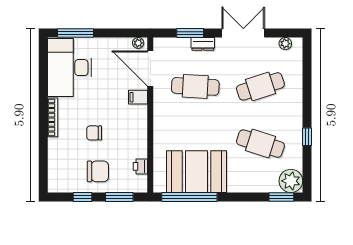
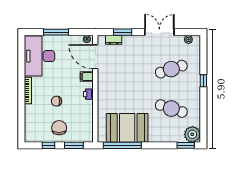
window: (76, 33) -> (56, 32), moved
dresser: (203, 44) -> (114, 40), moved
cafe table: (195, 86) -> (126, 69), removed
window: (307, 137) -> (203, 81), moved
printer: (140, 166) -> (88, 94), moved
chair: (98, 171) -> (59, 128), turned -90

